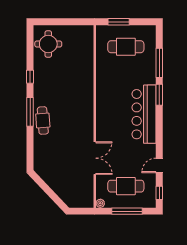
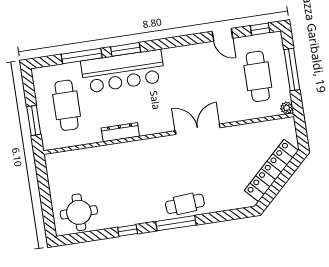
dresser: (101, 82) -> (120, 132), added
bar counter: (144, 114) -> (123, 71), moved
double door: (95, 158) -> (198, 129), moved
locker: (57, 186) -> (271, 171), added

